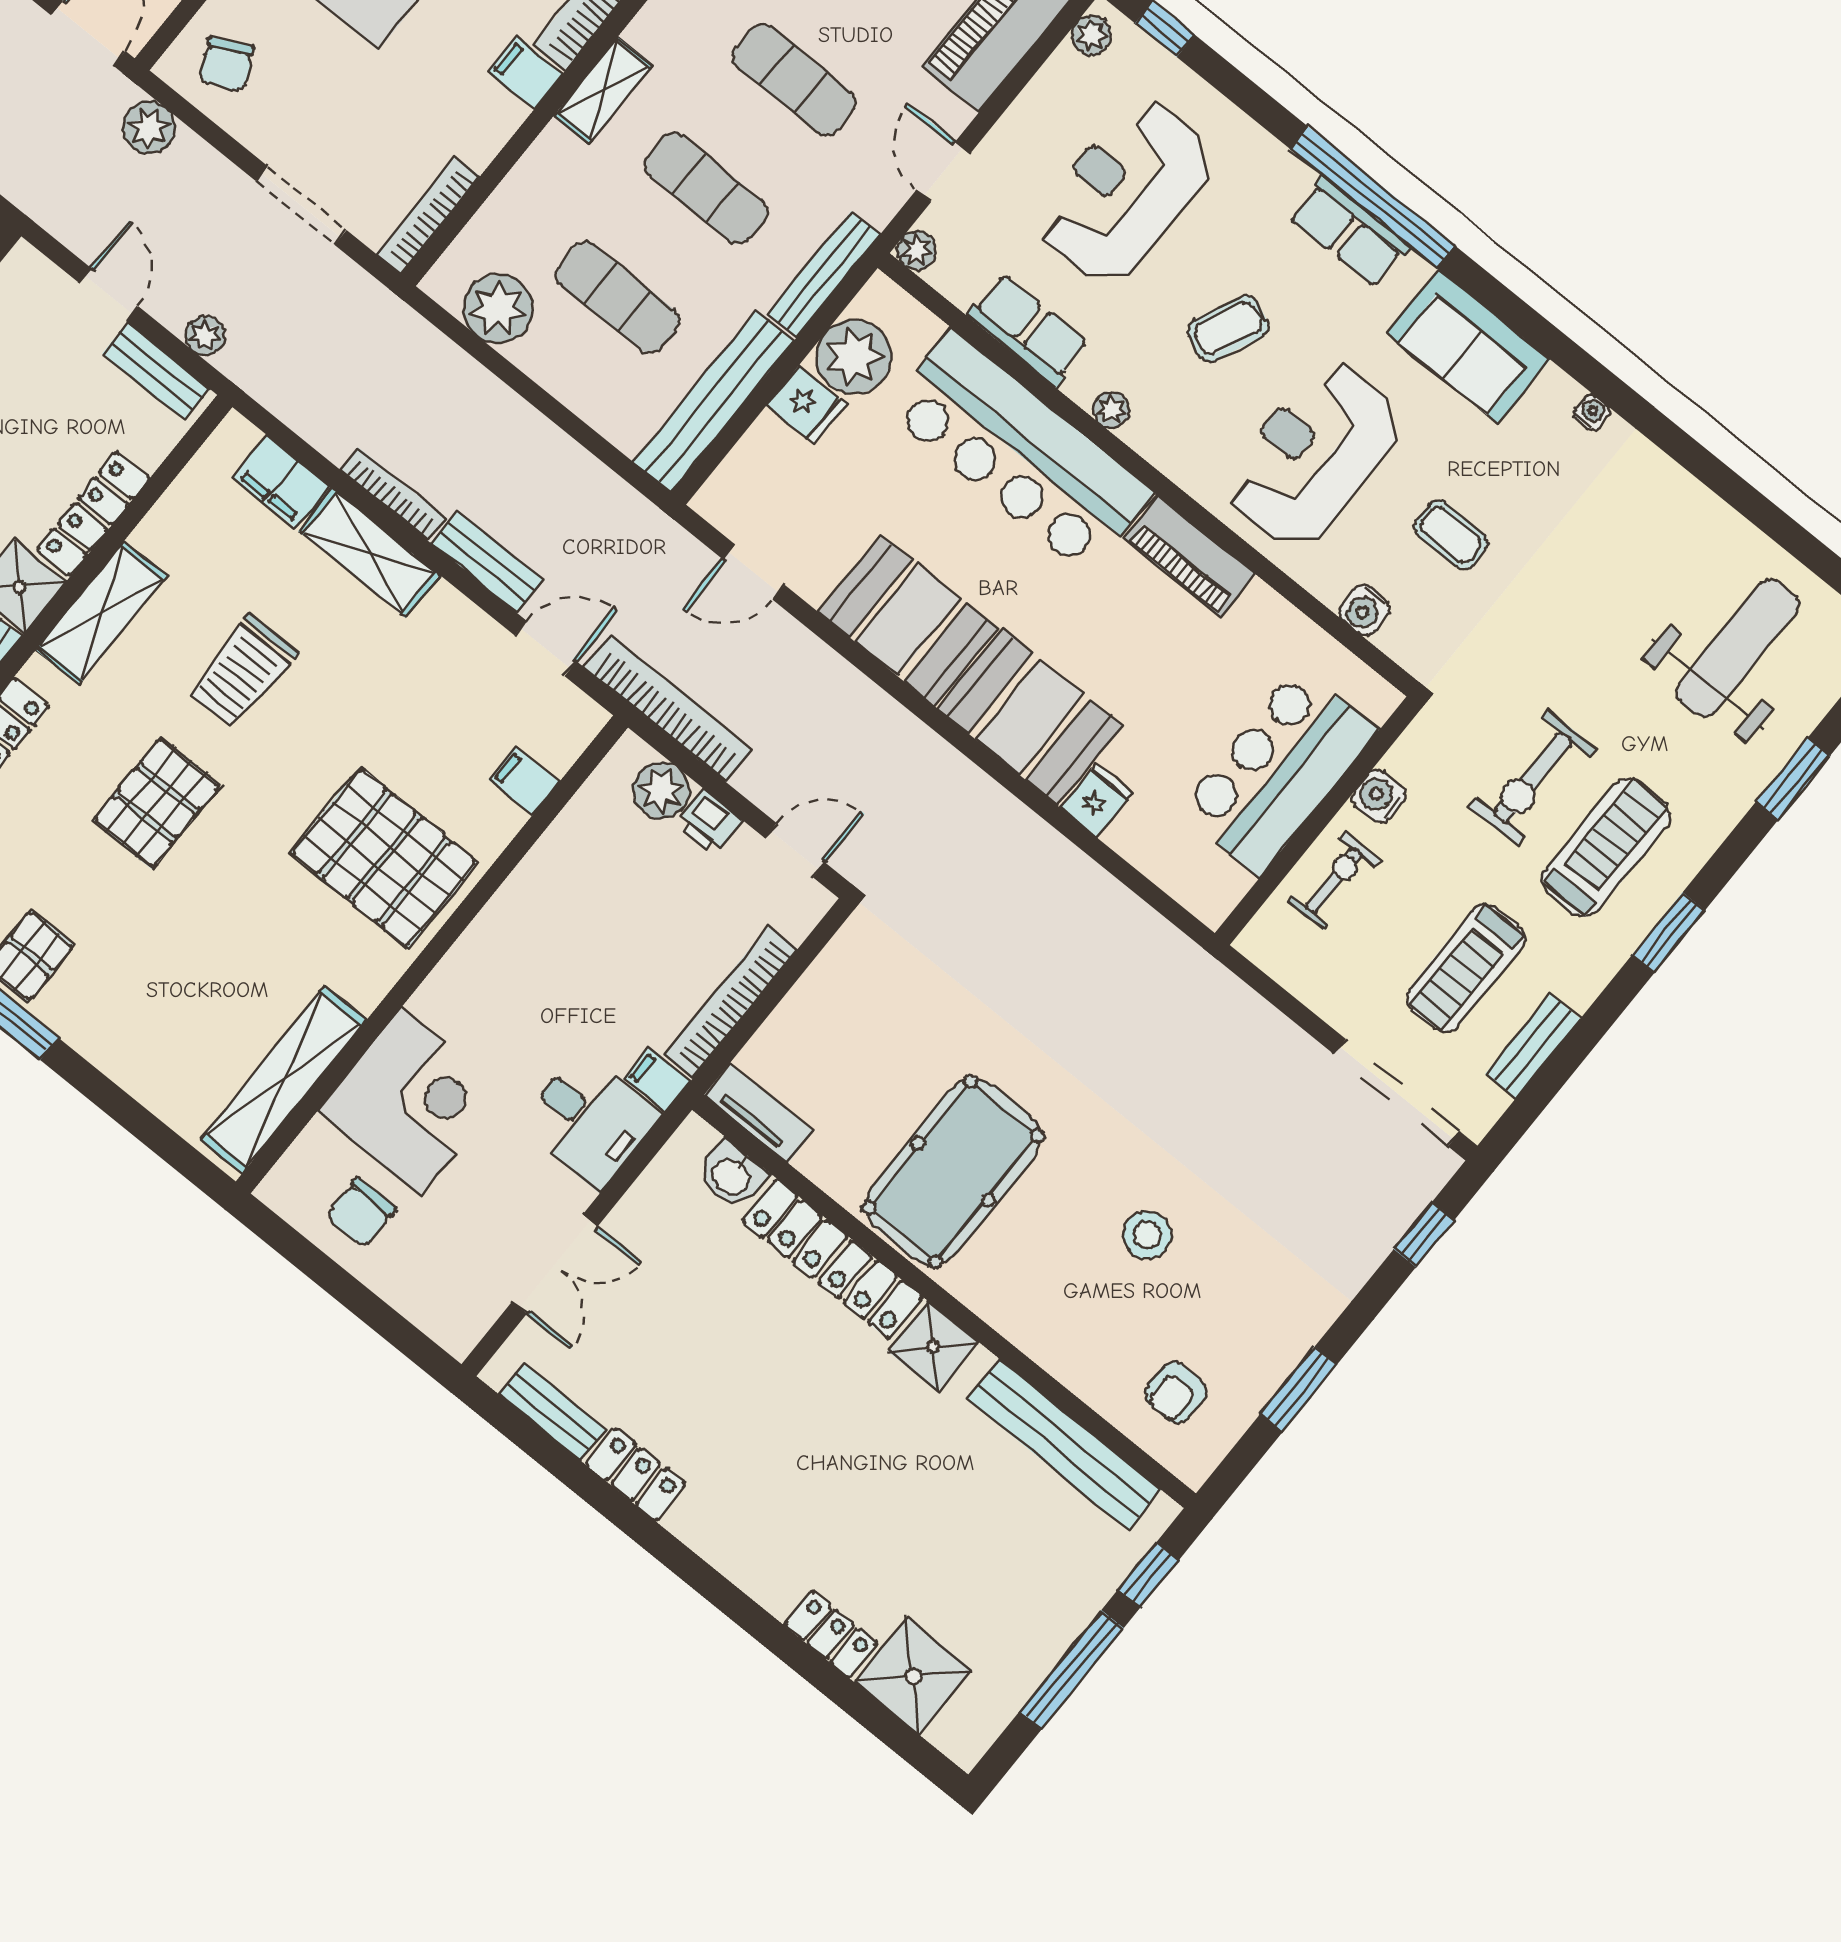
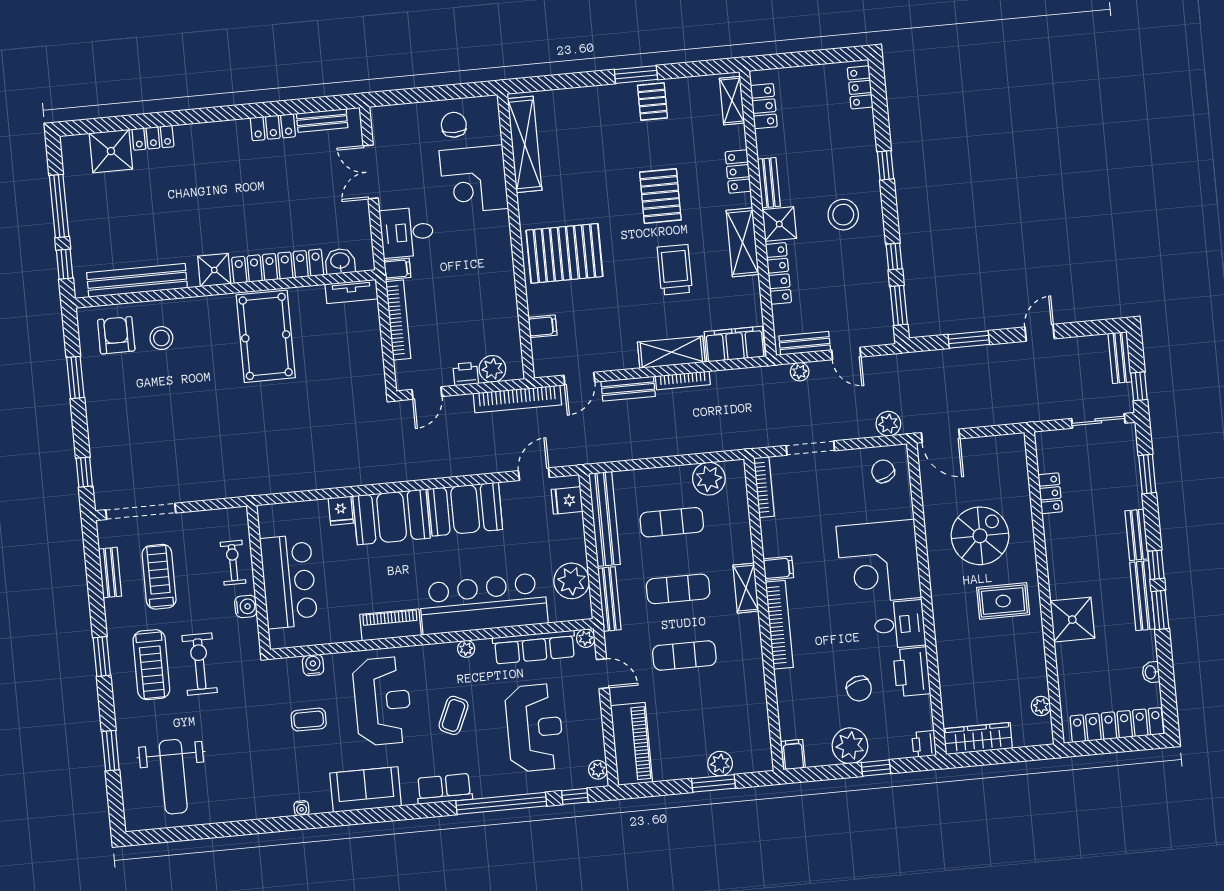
window: (1373, 197) -> (501, 803), moved
row of seats: (1028, 330) -> (534, 647), width x1.48
fridge: (807, 405) -> (567, 500), moved
filing cabinet: (281, 481) -> (735, 344), width x1.50, depth x1.17
exercise bike: (1334, 881) -> (233, 563), turned 180
stool: (1147, 1235) -> (161, 338), moved
armchair: (1175, 1393) -> (116, 335), width x1.38, depth x1.38

